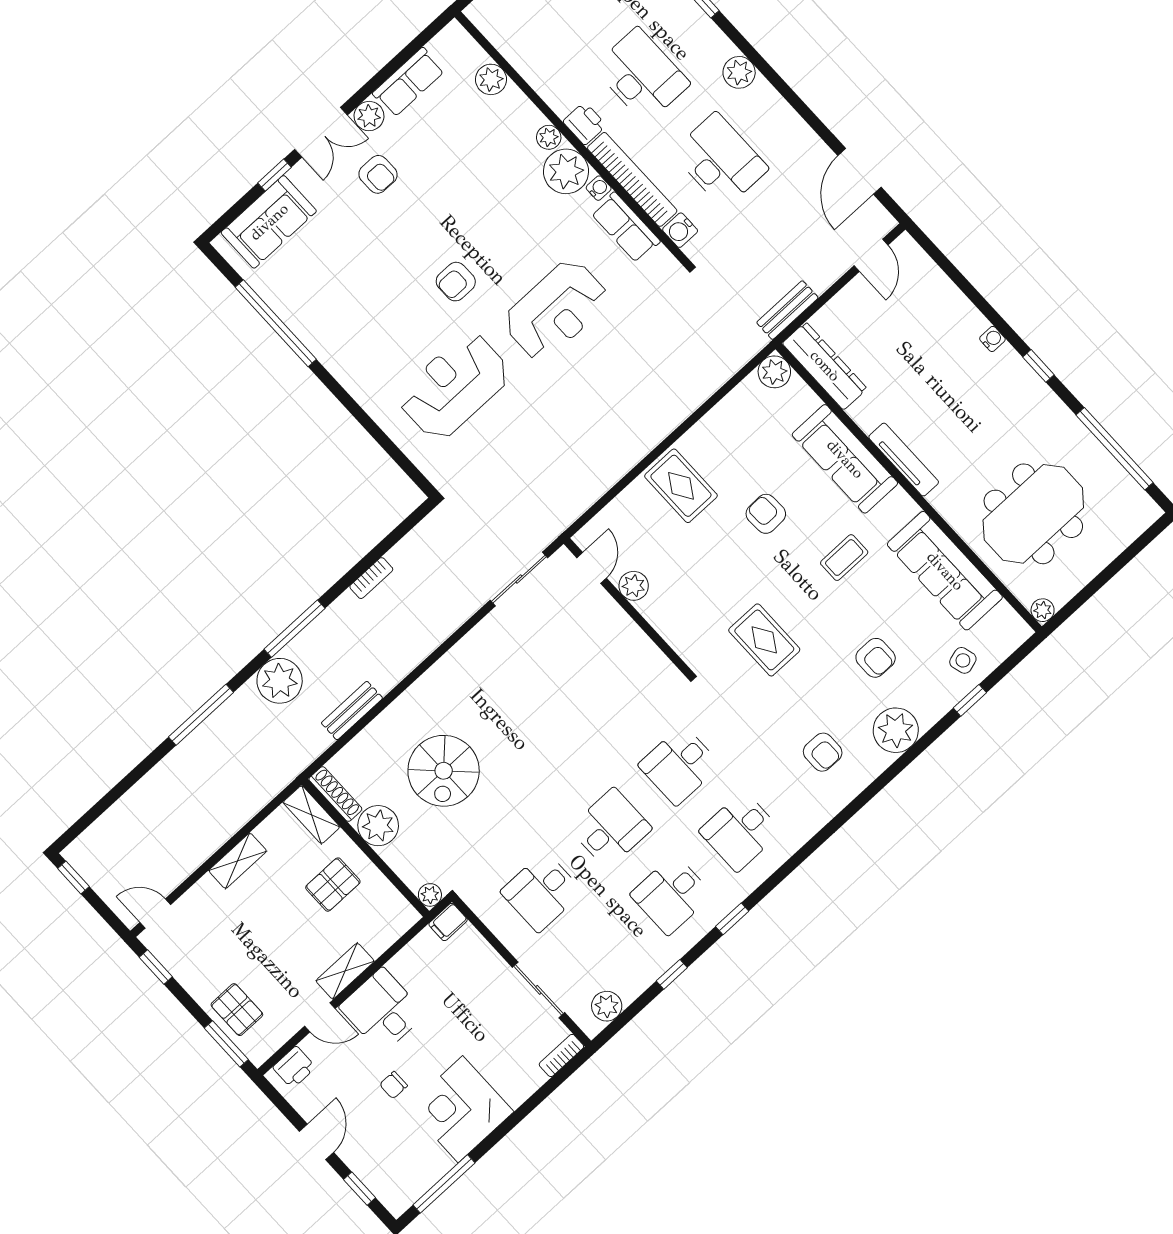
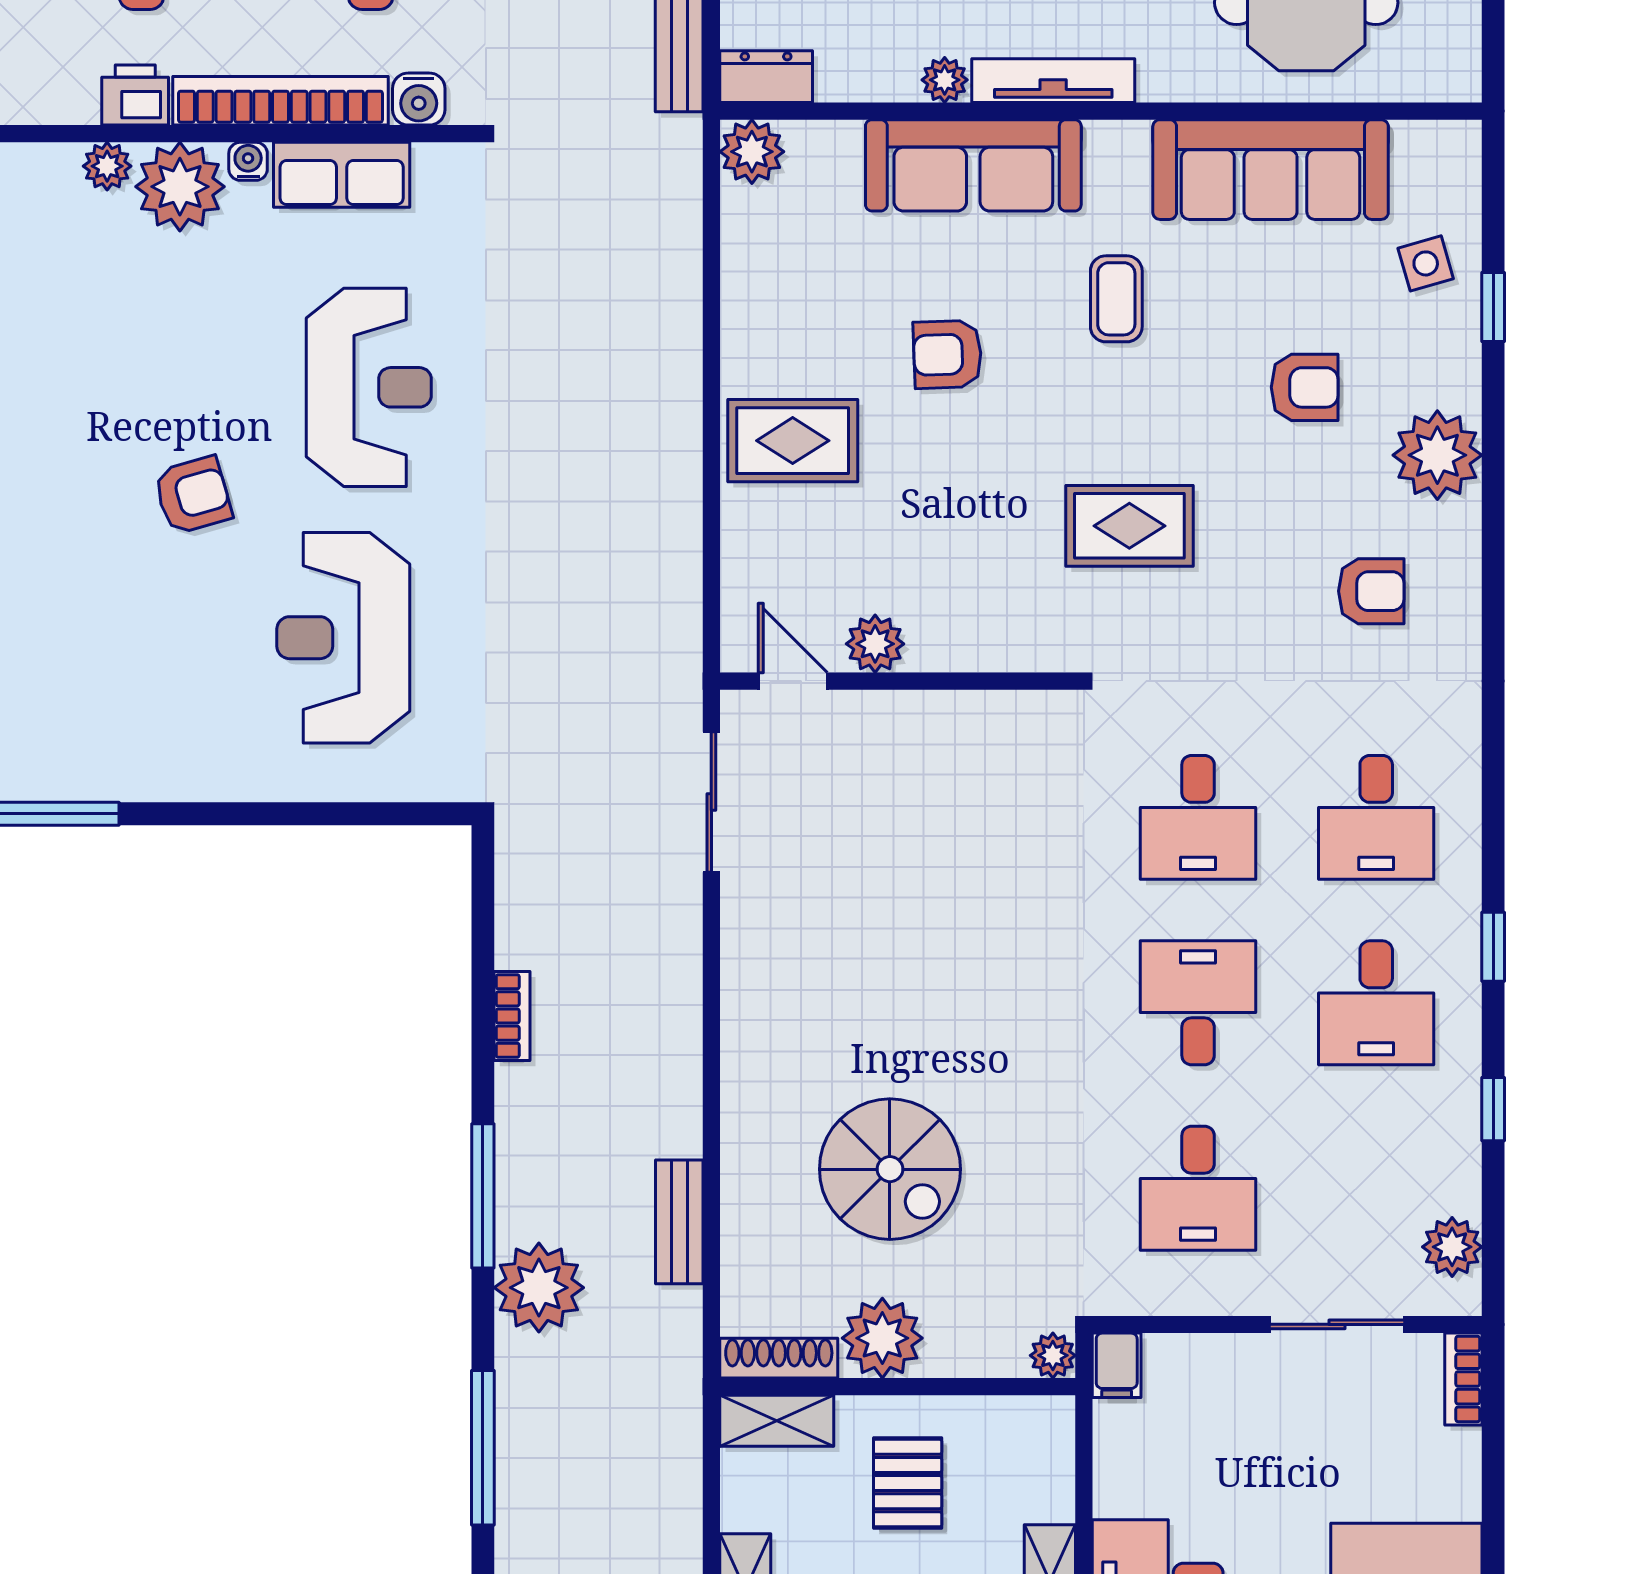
armchair: (456, 282) -> (193, 495), turned -106
dresser: (825, 366) -> (766, 77), width x0.51, depth x0.80
plant: (1043, 610) -> (945, 80), moved

